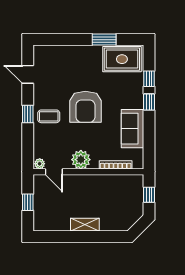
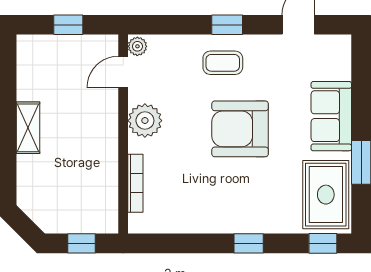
window: (149, 79) -> (323, 243), moved
coffee table: (49, 116) -> (223, 63), turned 90
sofa: (133, 129) -> (331, 116), moved, turned -90

